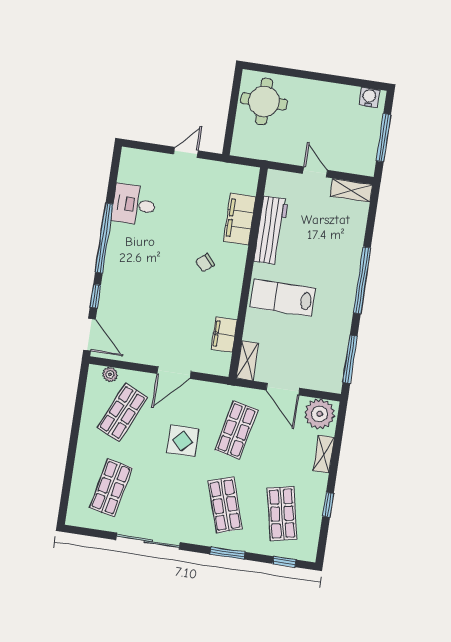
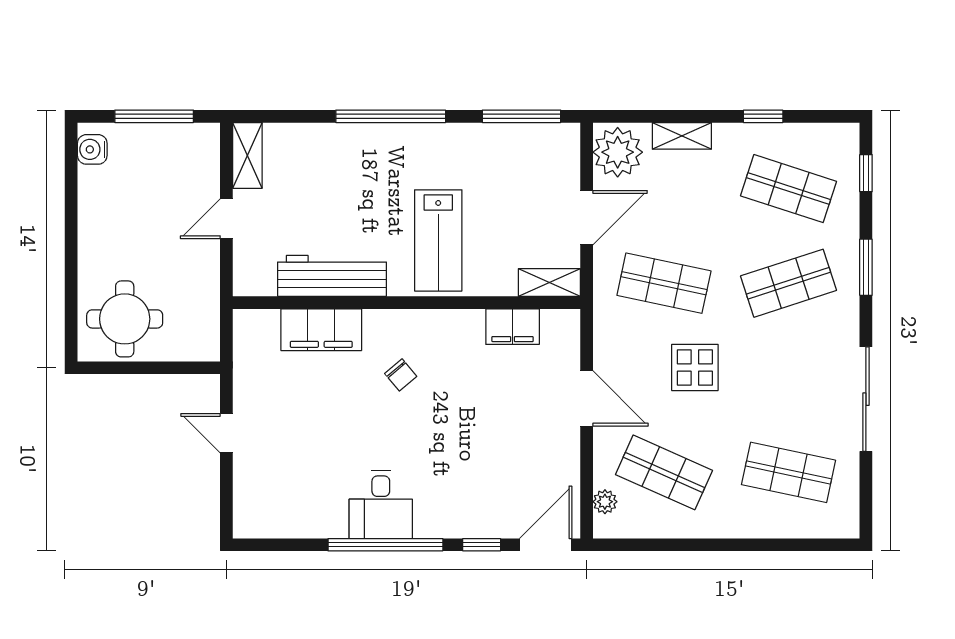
desk: (134, 205) -> (381, 505), moved
shop shelf: (282, 514) -> (789, 189), turned 30

